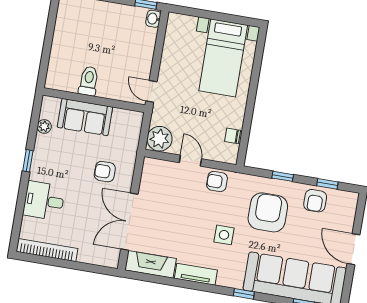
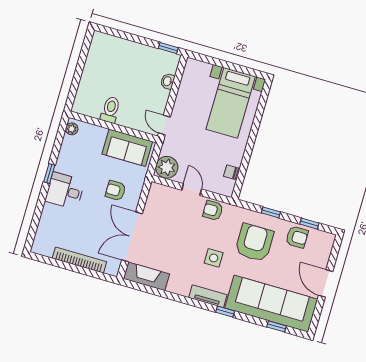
washbasin: (153, 19) -> (168, 81), moved
sofa: (85, 117) -> (127, 148), moved
plant: (44, 126) -> (72, 129), moved
desk: (44, 201) -> (65, 191), moved
armchair: (315, 201) -> (297, 237), turned -90
bookcase: (47, 250) -> (79, 260), moved
tv unit: (196, 274) -> (208, 296), moved

